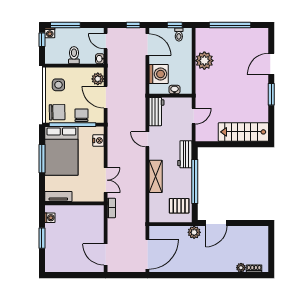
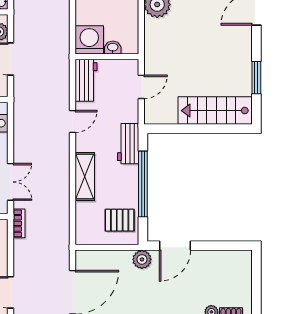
washing machine: (159, 74) -> (89, 40), moved, turned -90
window: (271, 94) -> (256, 78), moved
door: (147, 139) -> (72, 121), swing flipped

